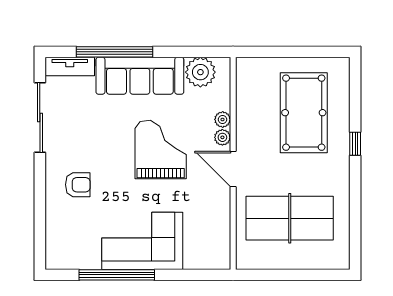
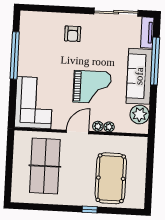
pool table: (304, 113) -> (111, 178), turned 90
corner sofa: (142, 241) -> (34, 103), moved

